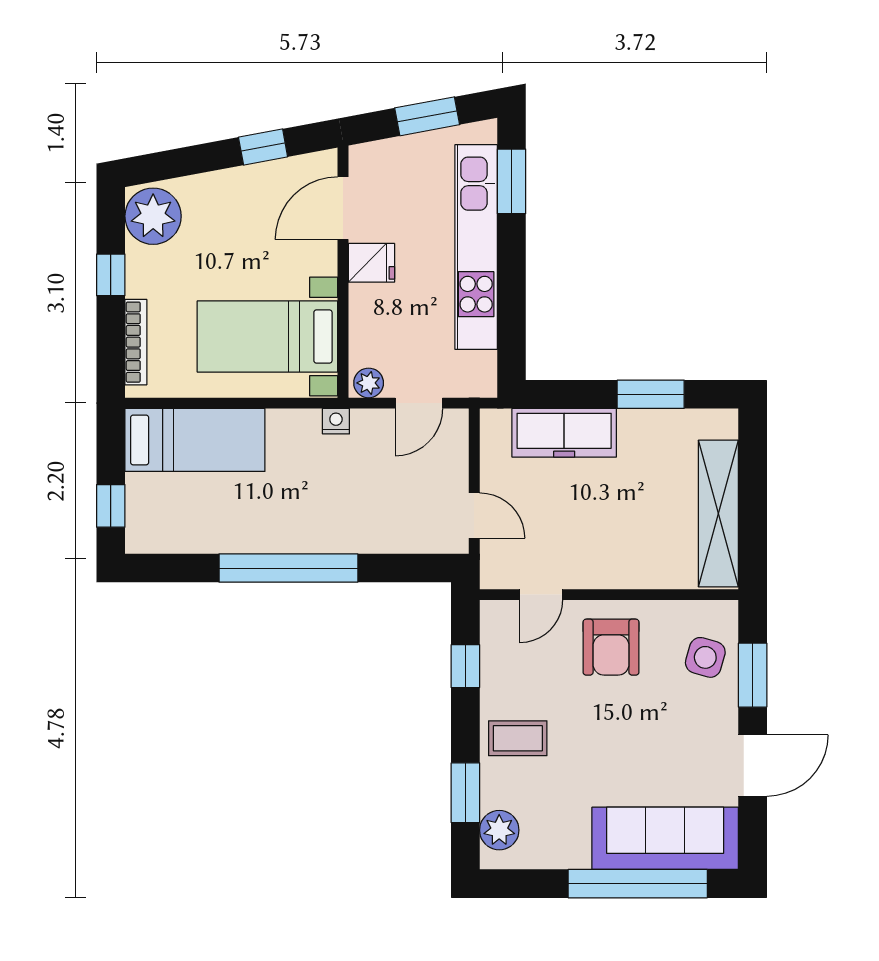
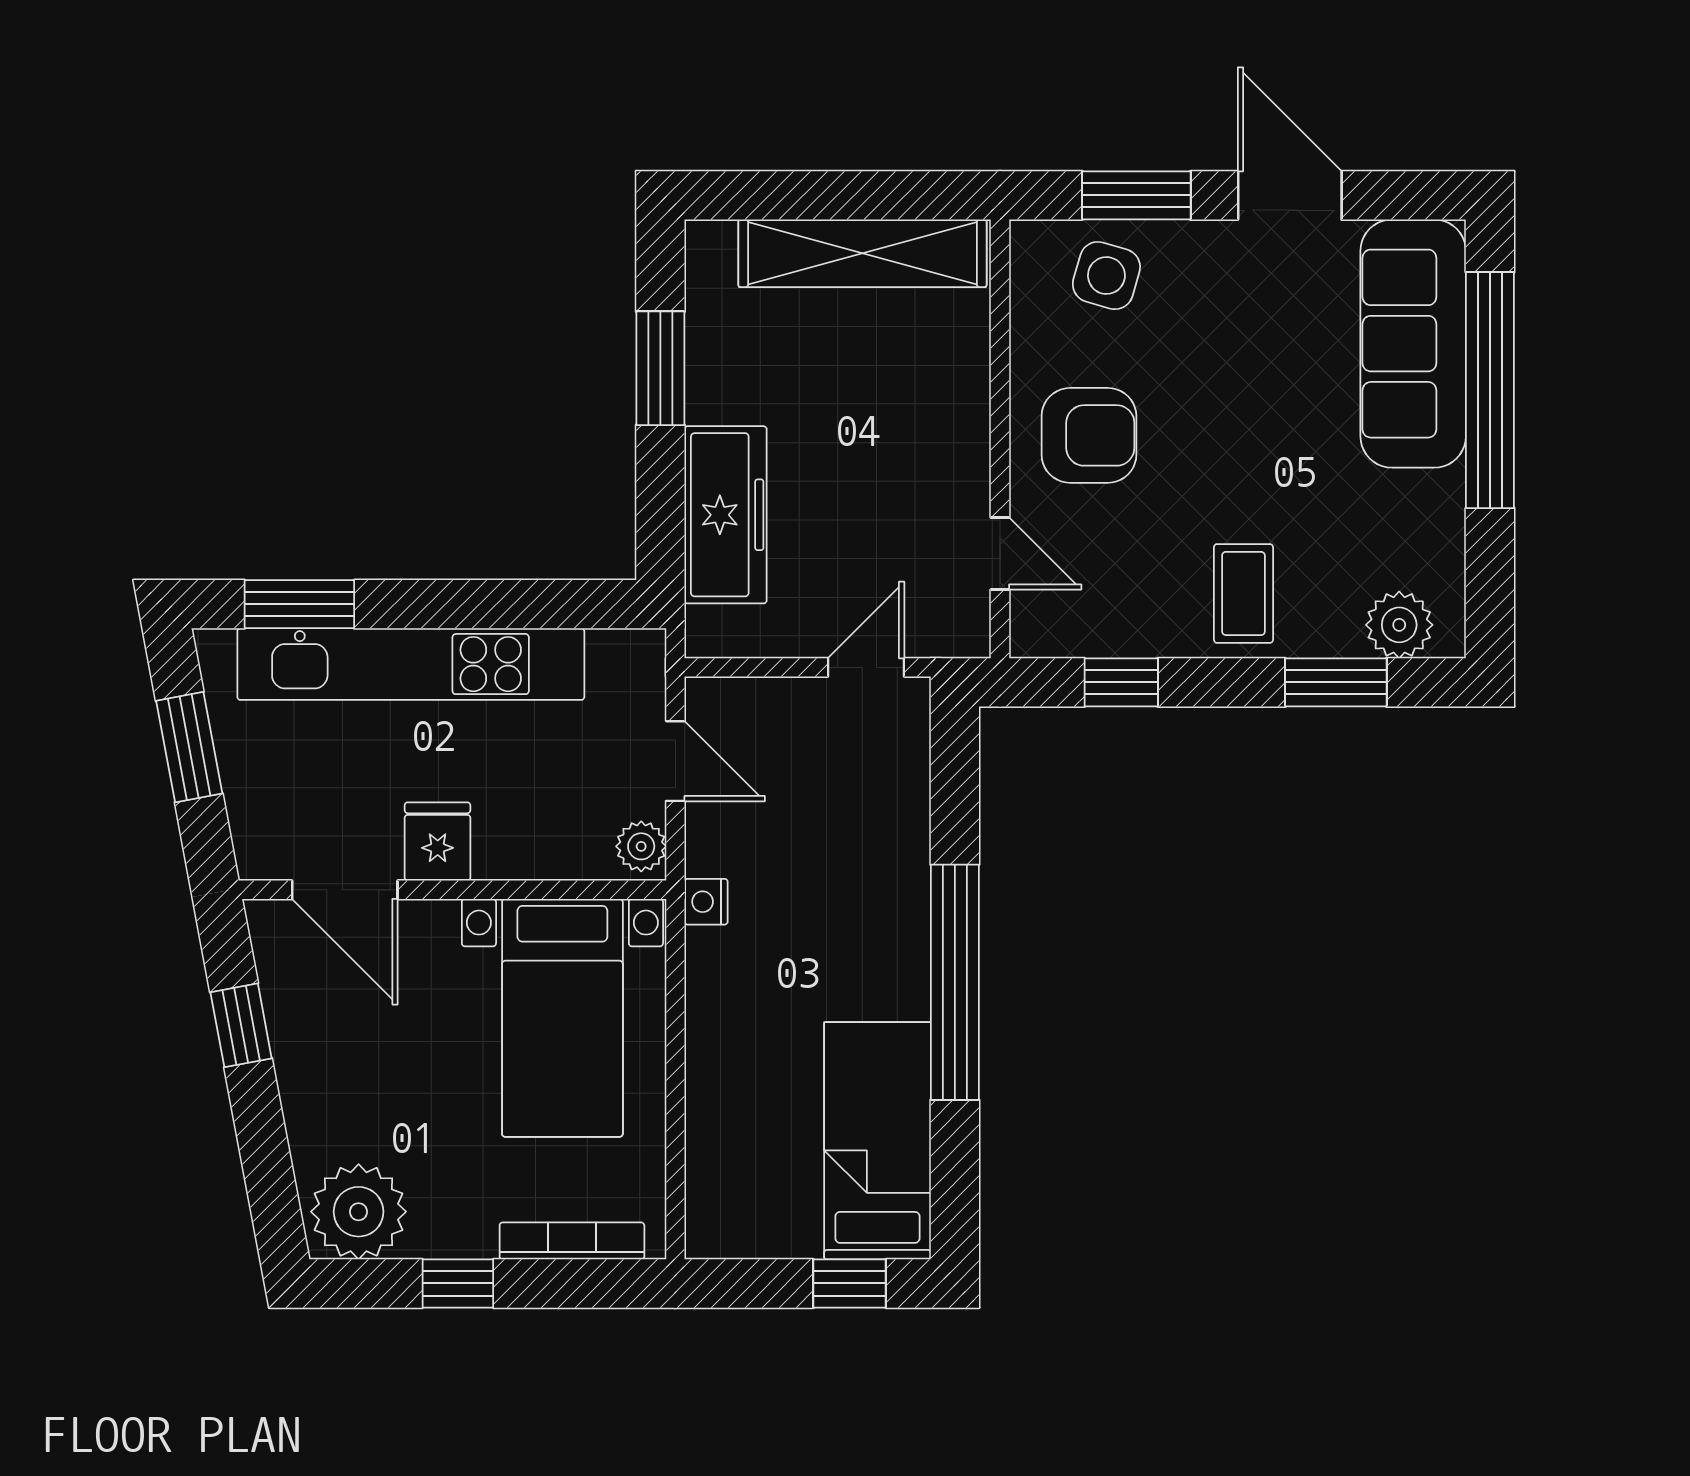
bed: (195, 440) -> (877, 1141), moved

